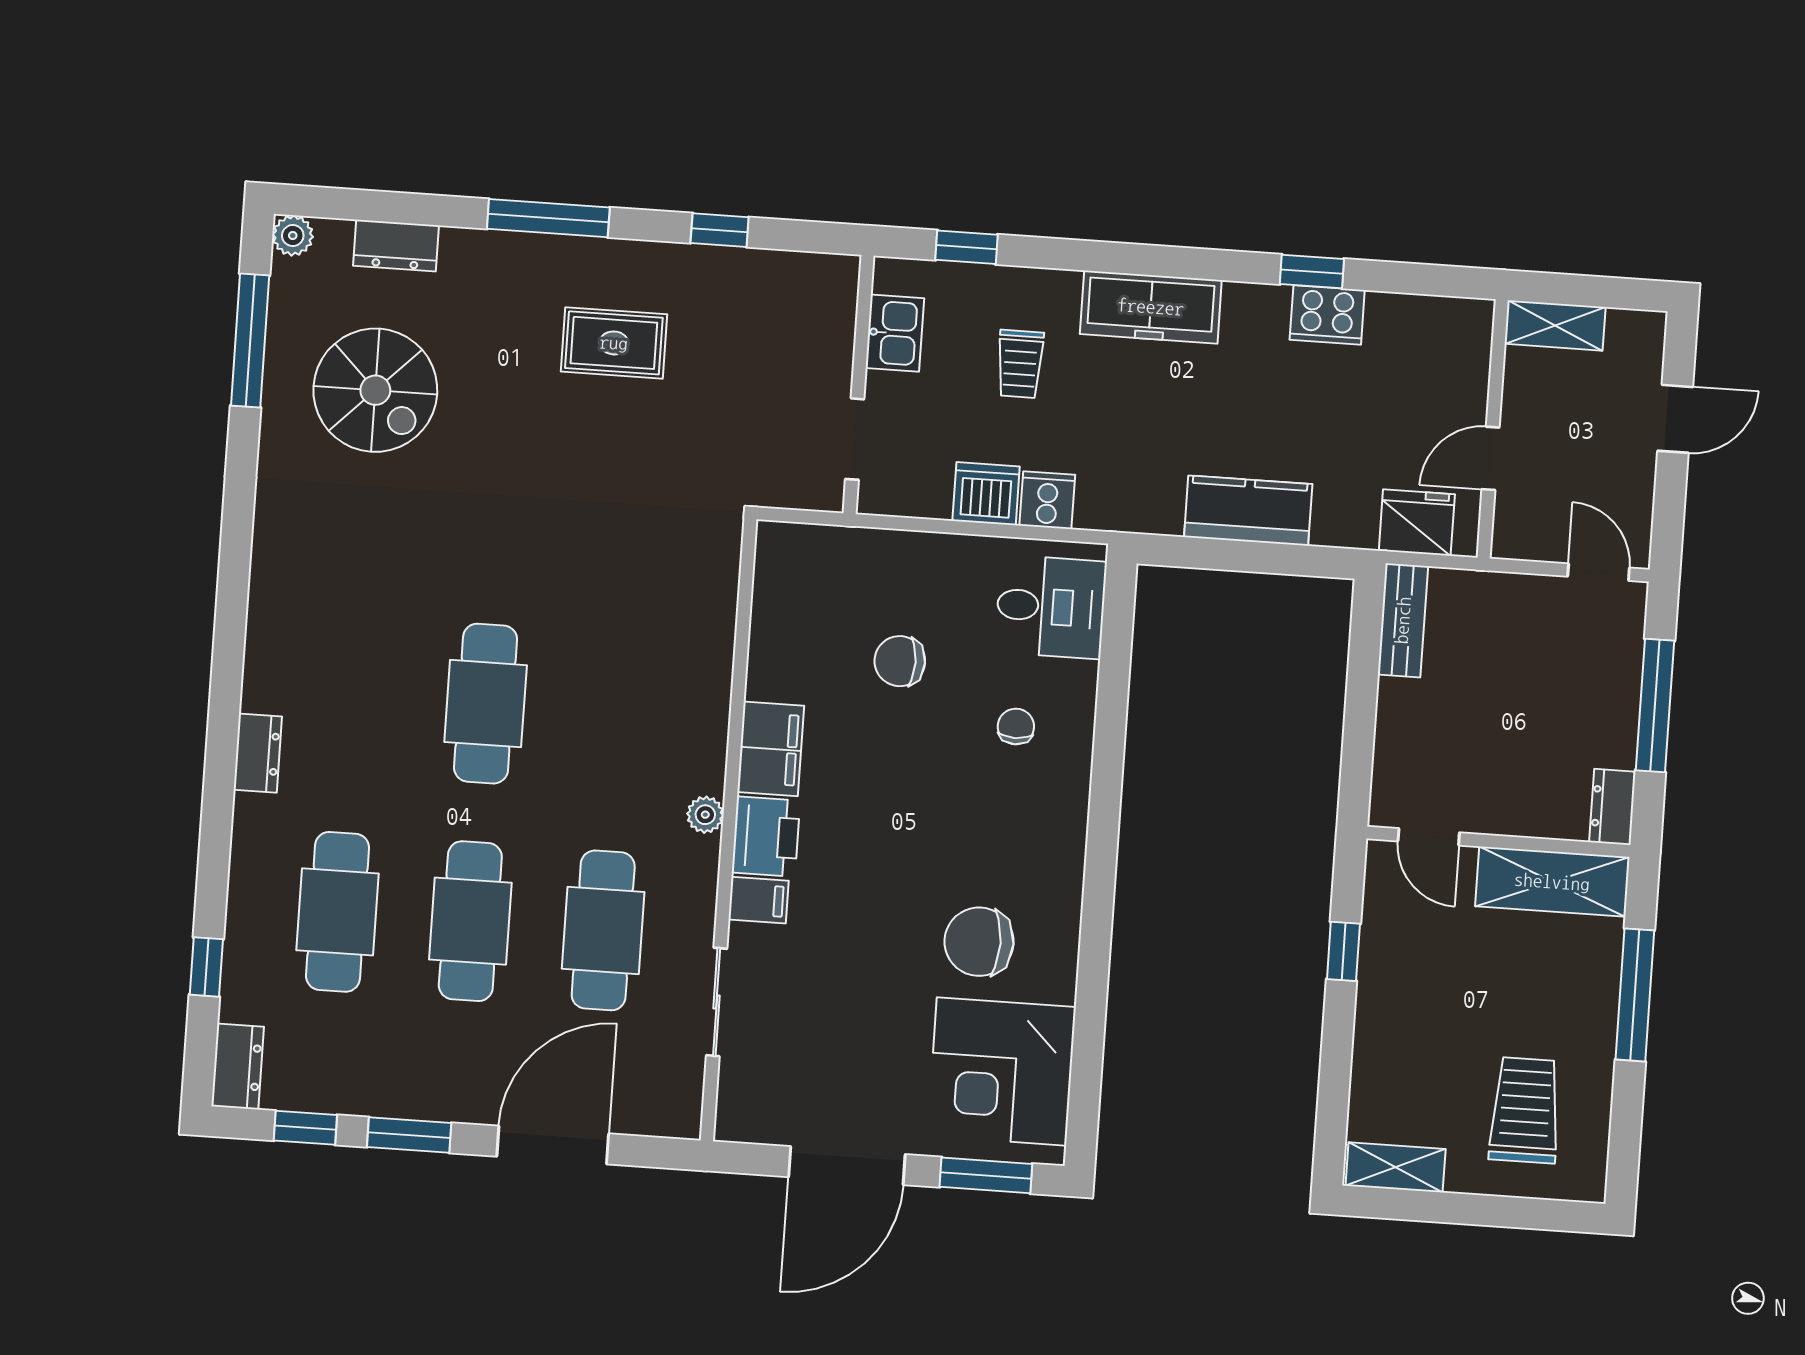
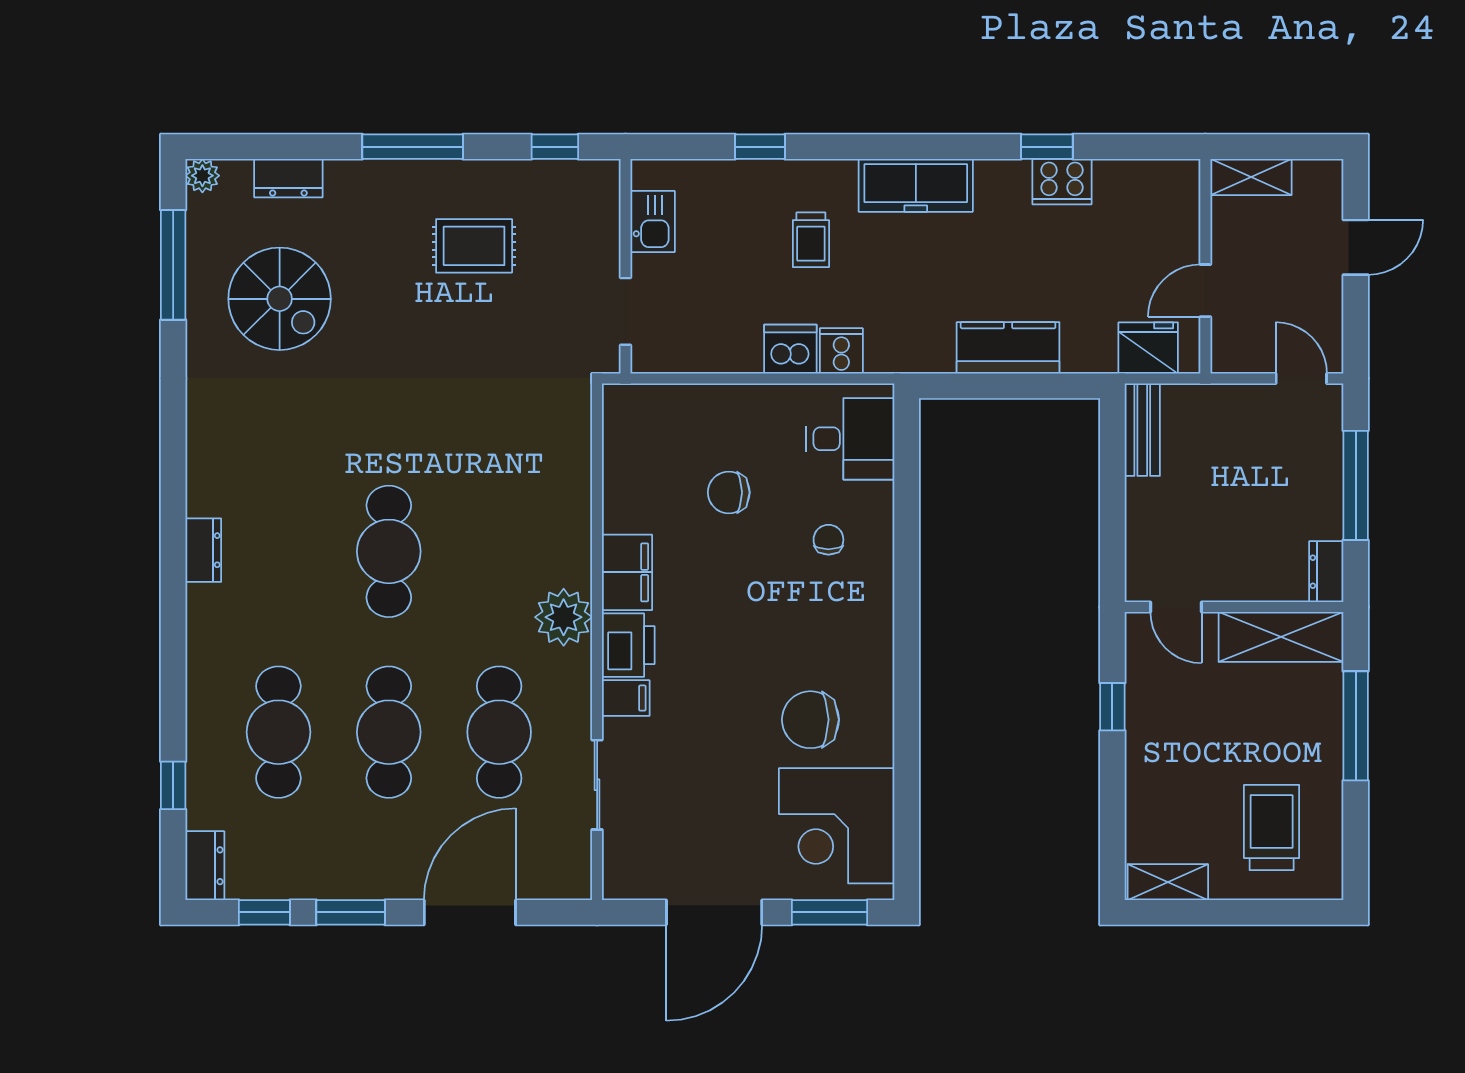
kitchen sink: (895, 333) -> (653, 222), moved
wall: (859, 385) -> (626, 266), moved
doorway: (855, 439) -> (626, 311), moved
dresser: (258, 753) -> (203, 550), moved
plant: (705, 815) -> (564, 617), width x1.87, depth x1.87

